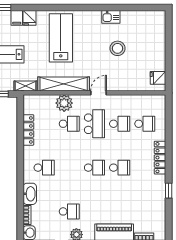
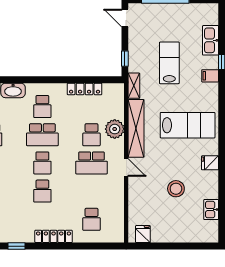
kitchen sink: (111, 17) -> (211, 210), moved
fridge: (30, 18) -> (210, 163), moved
school desk: (120, 124) -> (42, 135), moved, width x1.85

